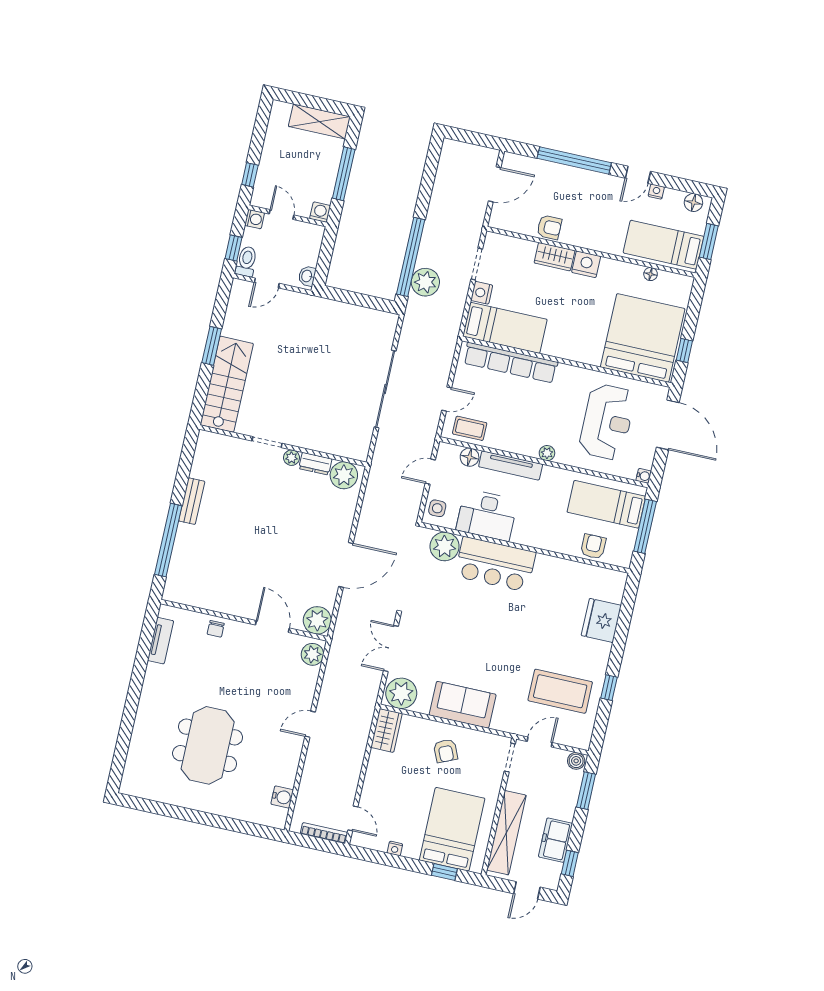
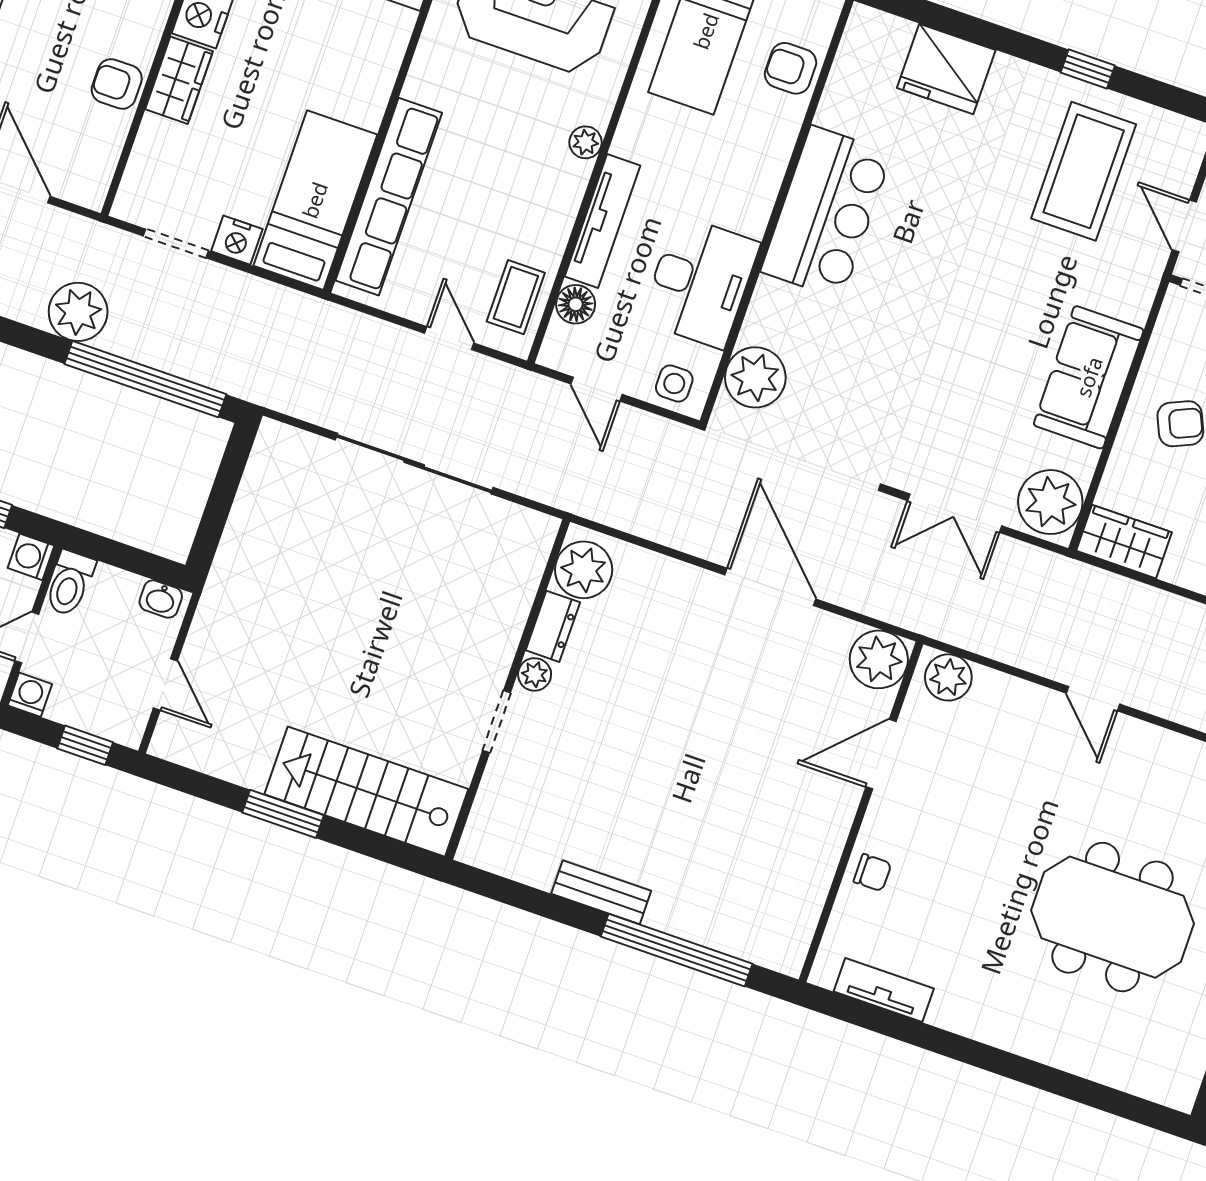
armchair: (549, 227) -> (117, 84), turned -90
toilet: (246, 261) -> (70, 583), moved, turned -90
plant: (425, 282) -> (78, 312), moved
bar counter: (495, 564) -> (826, 212), moved

